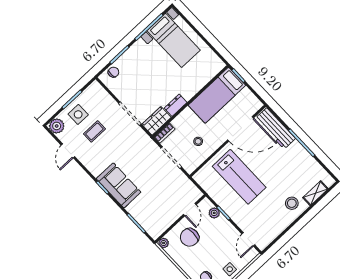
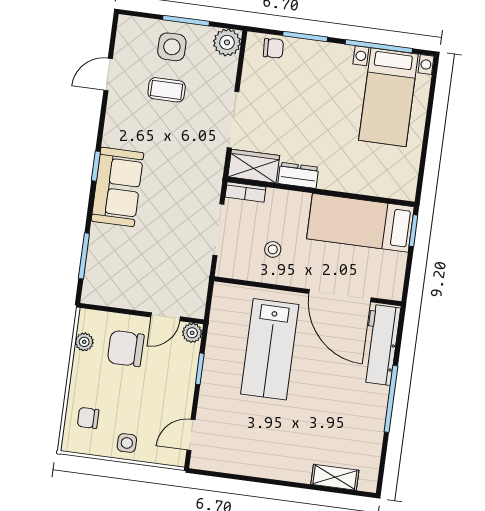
plant: (57, 126) -> (227, 42), moved
stool: (292, 203) -> (293, 455), removed
plant: (214, 213) -> (192, 333), moved
plant: (164, 243) -> (84, 342), moved

